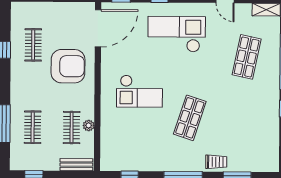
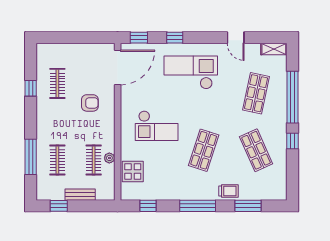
armchair: (68, 66) -> (90, 103), width x0.53, depth x0.53
shop shelf: (246, 118) -> (256, 150), added
display table: (113, 140) -> (133, 171), added
bench: (76, 165) -> (80, 195), moved

